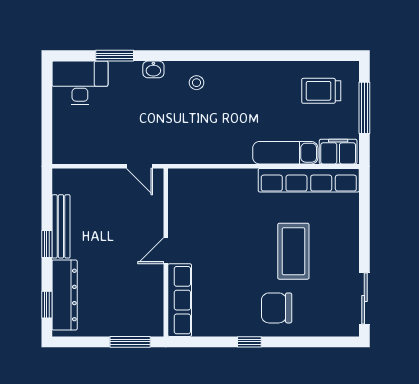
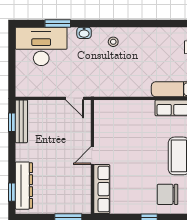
desk: (80, 83) -> (41, 46), width x1.36, depth x1.30
bench: (61, 226) -> (21, 121), moved
window: (47, 244) -> (12, 122), moved

